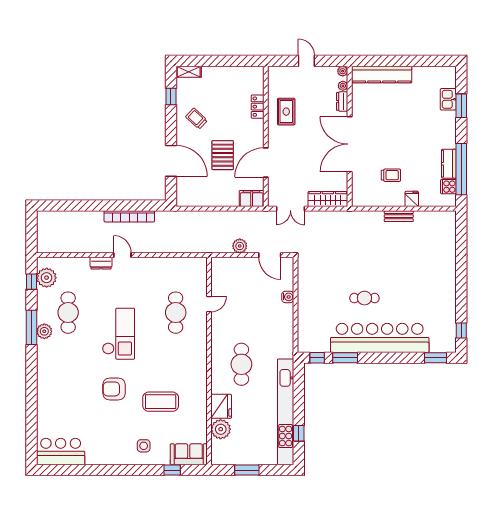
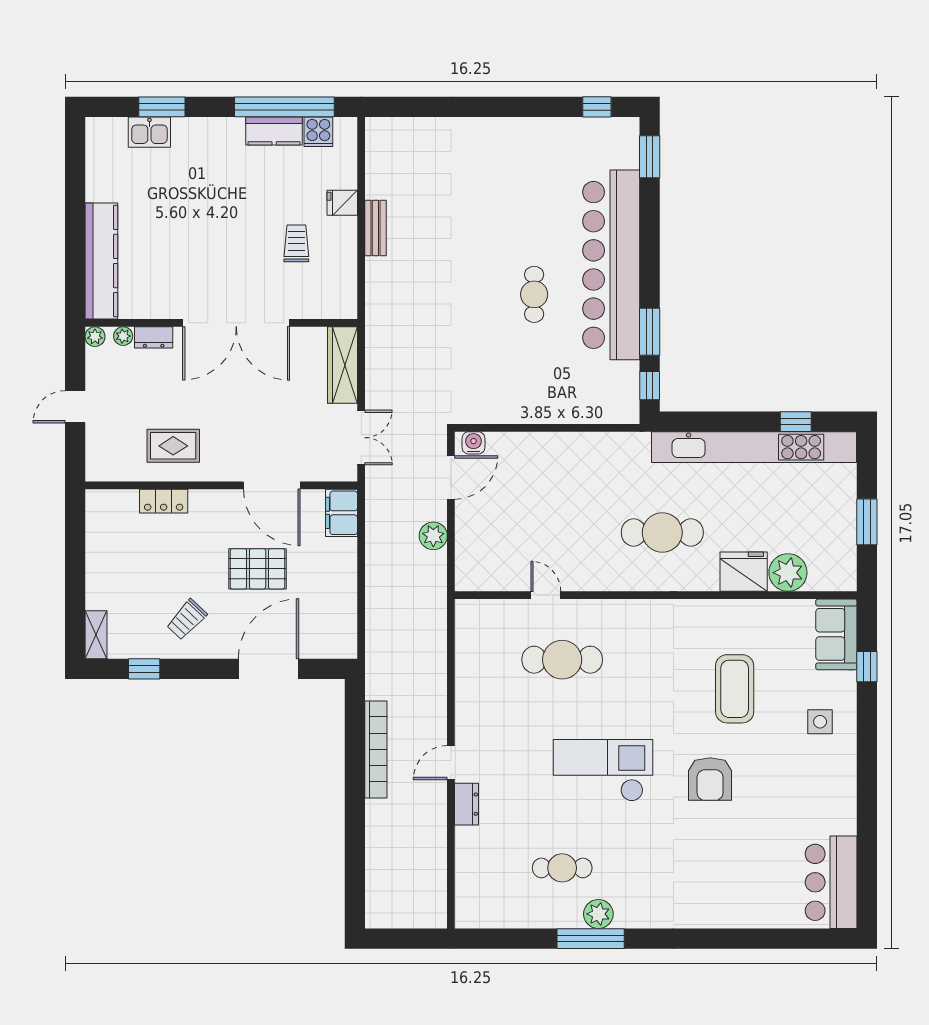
plant: (47, 278) -> (495, 910), removed
window: (32, 282) -> (502, 939), removed
water cooler: (288, 297) -> (473, 443), moved
cafe table: (68, 313) -> (562, 868), width x0.73, depth x0.74

